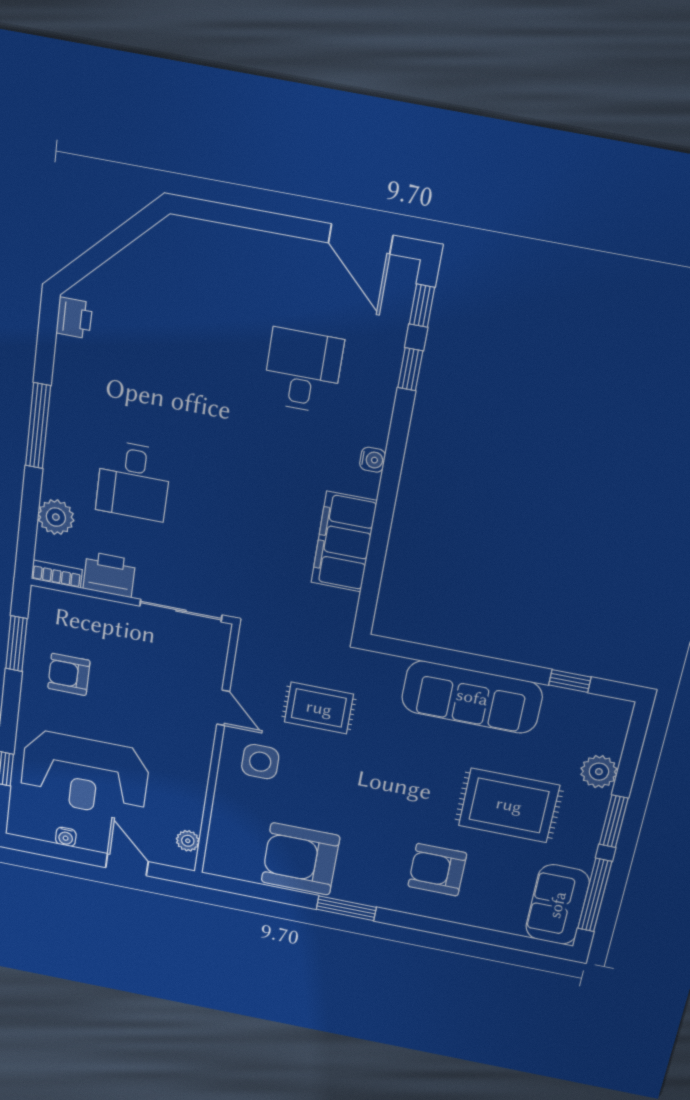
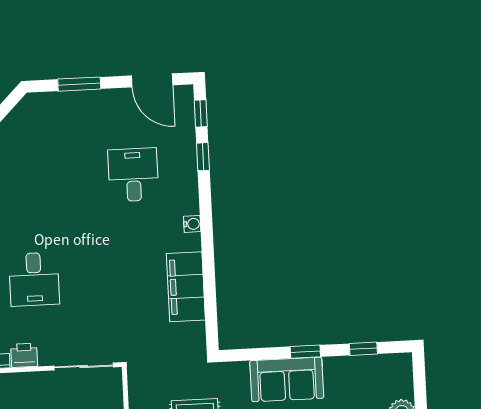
window: (250, 219) -> (79, 84), added
printer: (109, 574) -> (24, 355), width x0.73, depth x0.81
window: (489, 665) -> (305, 352), added
sofa: (472, 697) -> (287, 379), width x0.73

